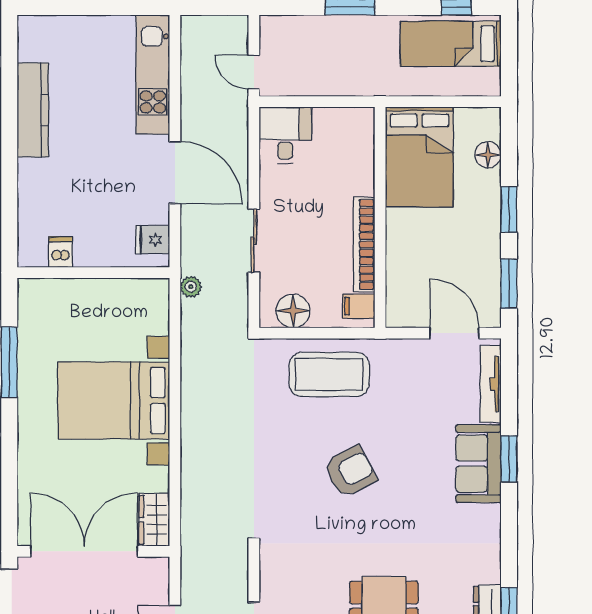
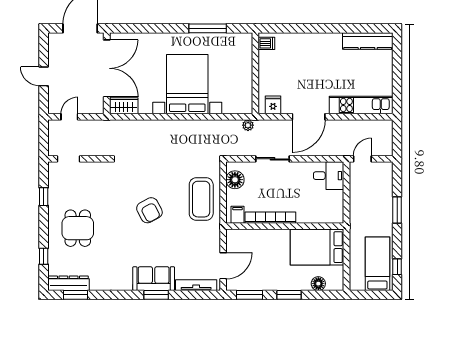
kitchen counter: (33, 110) -> (368, 41), moved
dishwasher: (61, 252) -> (266, 43), moved

